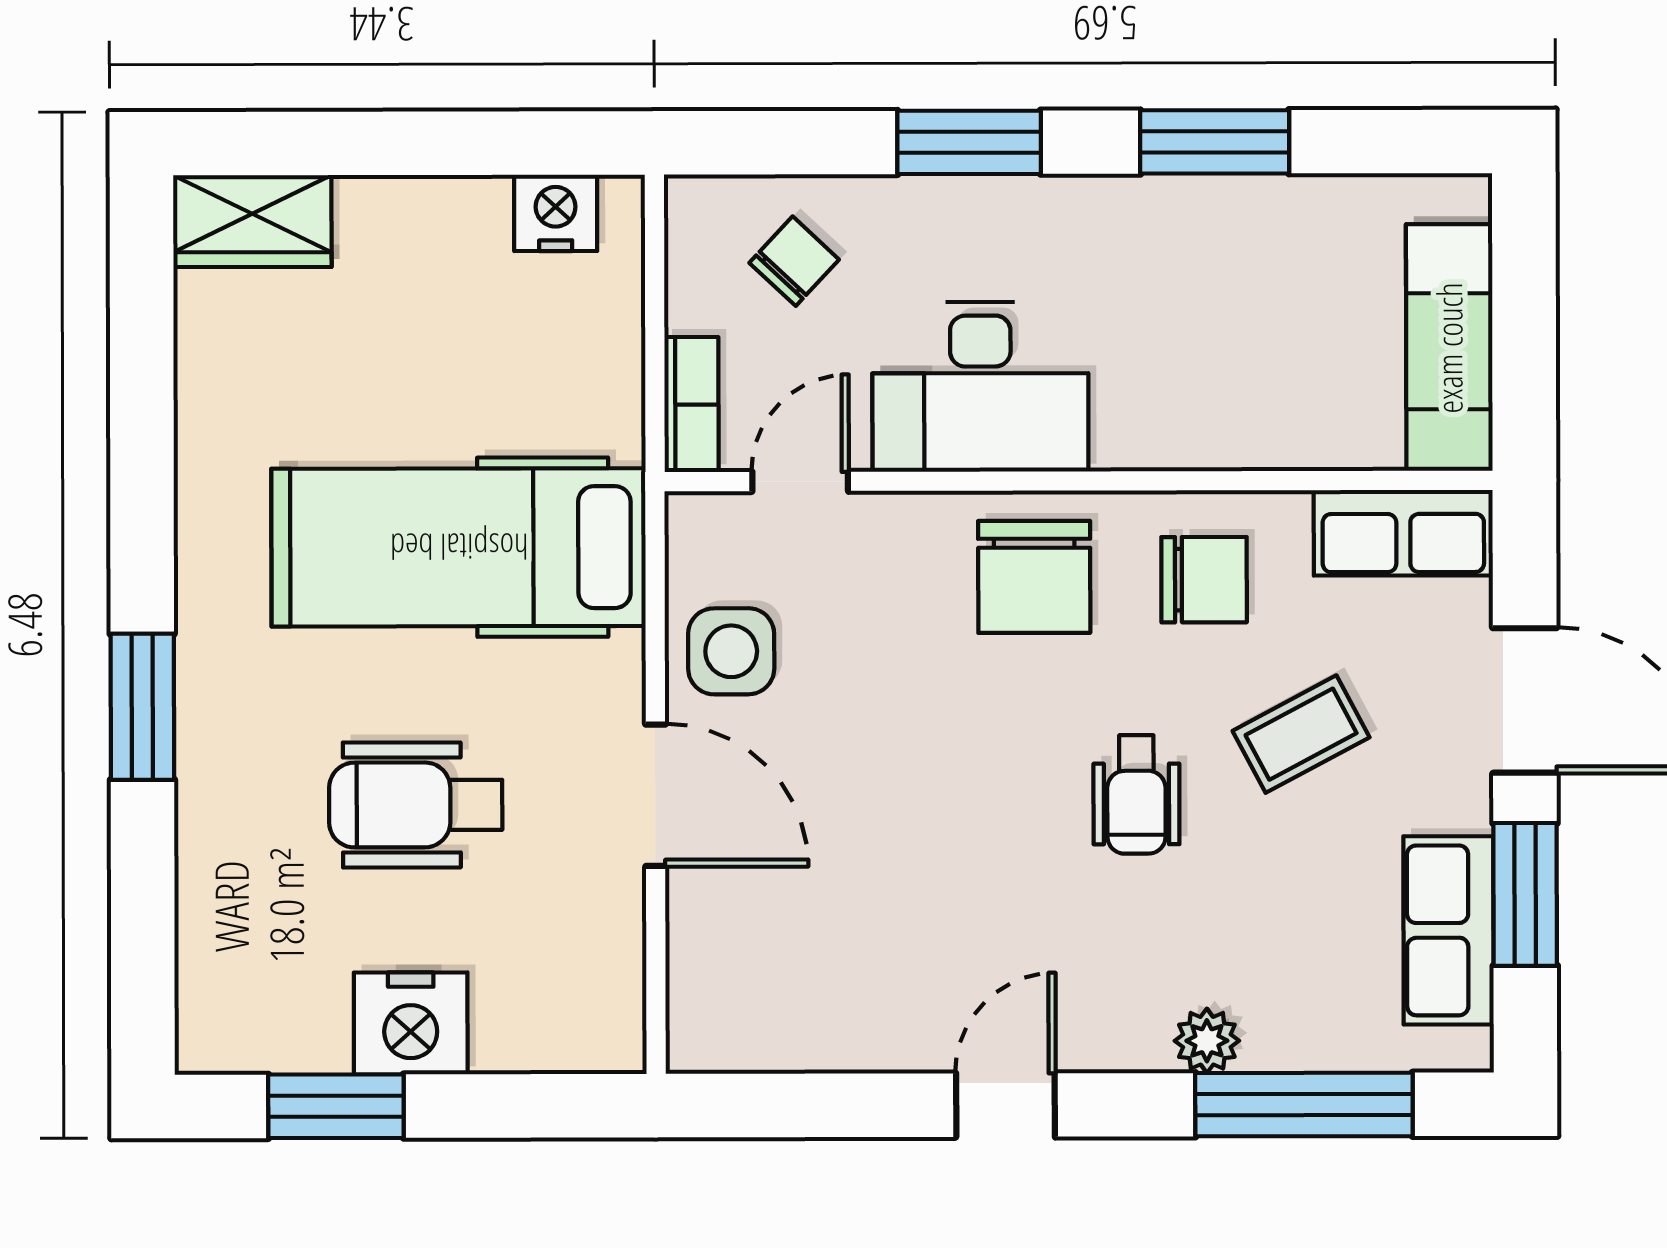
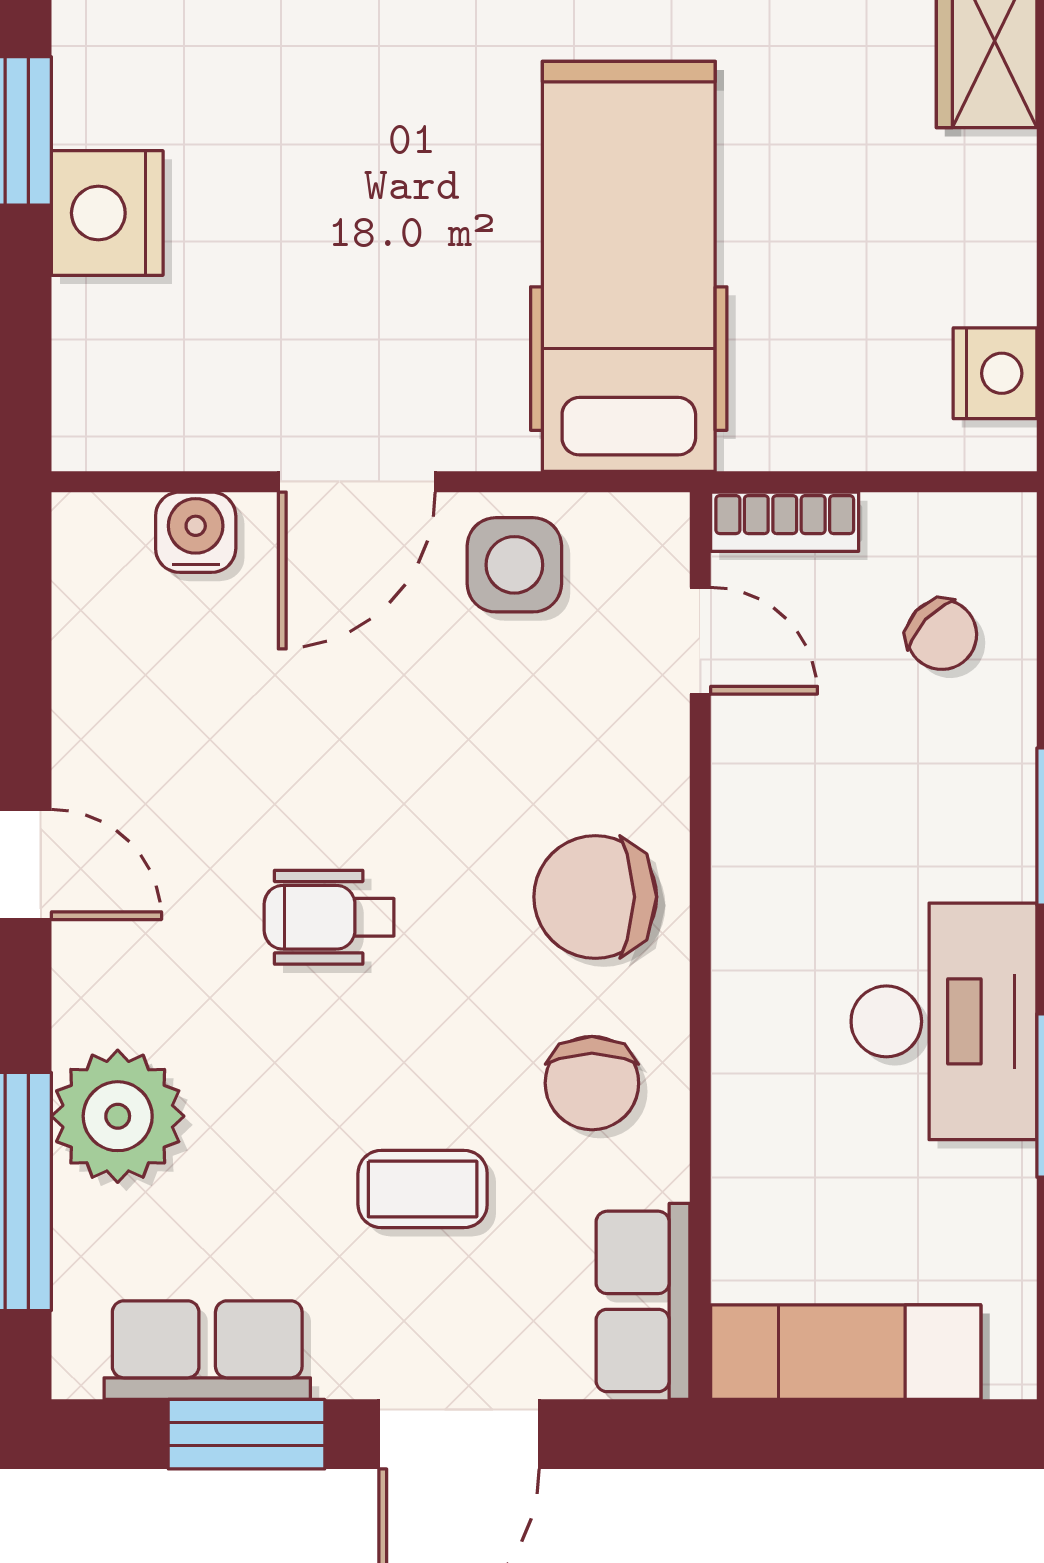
desk: (980, 387) -> (944, 1021), moved, turned 180
coffee table: (1301, 734) -> (423, 1189), turned -62
wheelchair: (1136, 794) -> (329, 917), moved
wheelchair: (416, 805) -> (347, 219), removed
water cooler: (702, 942) -> (196, 532), added
plant: (1207, 1041) -> (118, 1116), width x1.87, depth x1.87

